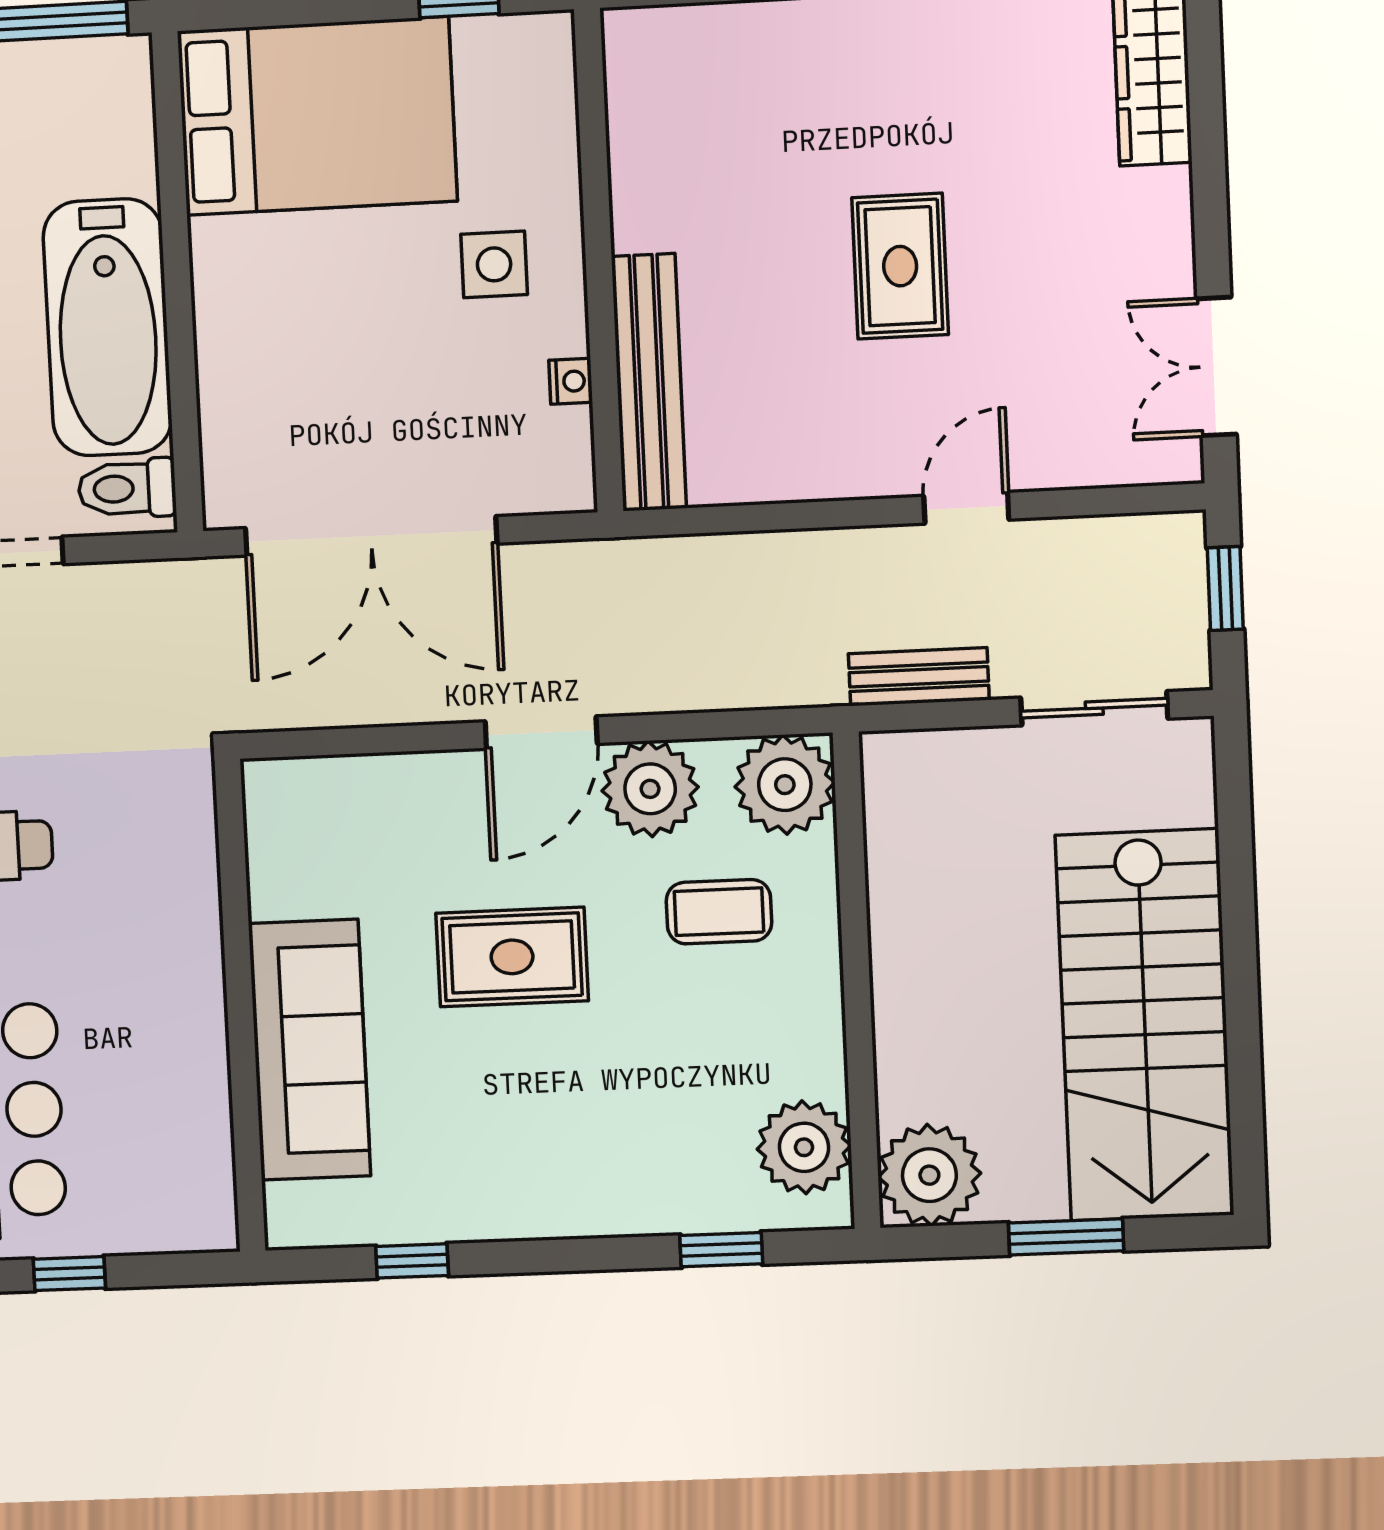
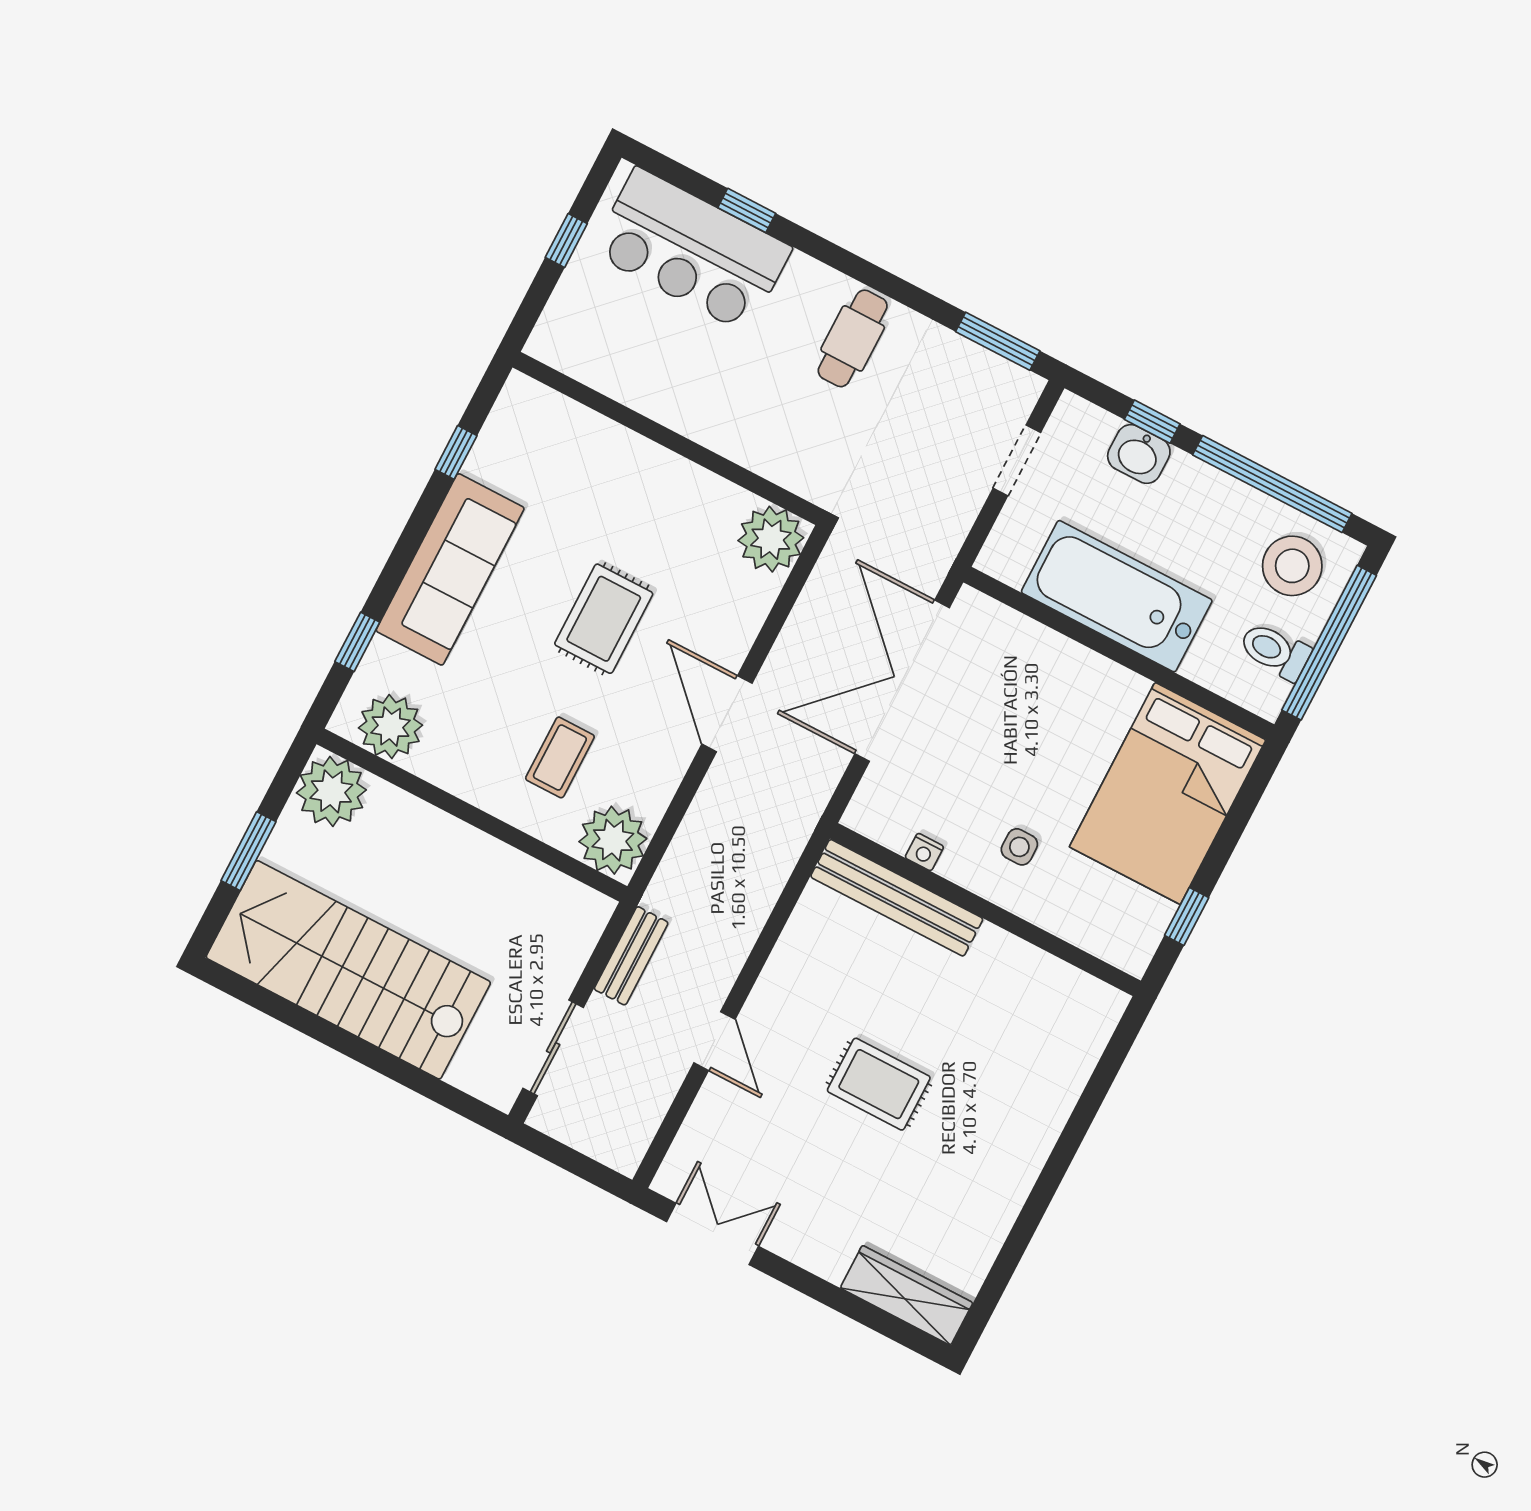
side table: (494, 264) -> (1019, 847), width x0.73, depth x0.73
toilet: (127, 488) -> (1275, 651), moved, turned -90
window: (1225, 588) -> (579, 1165), removed
plant: (650, 789) -> (771, 539), moved
sofa: (310, 1050) -> (450, 569), moved, turned -90

